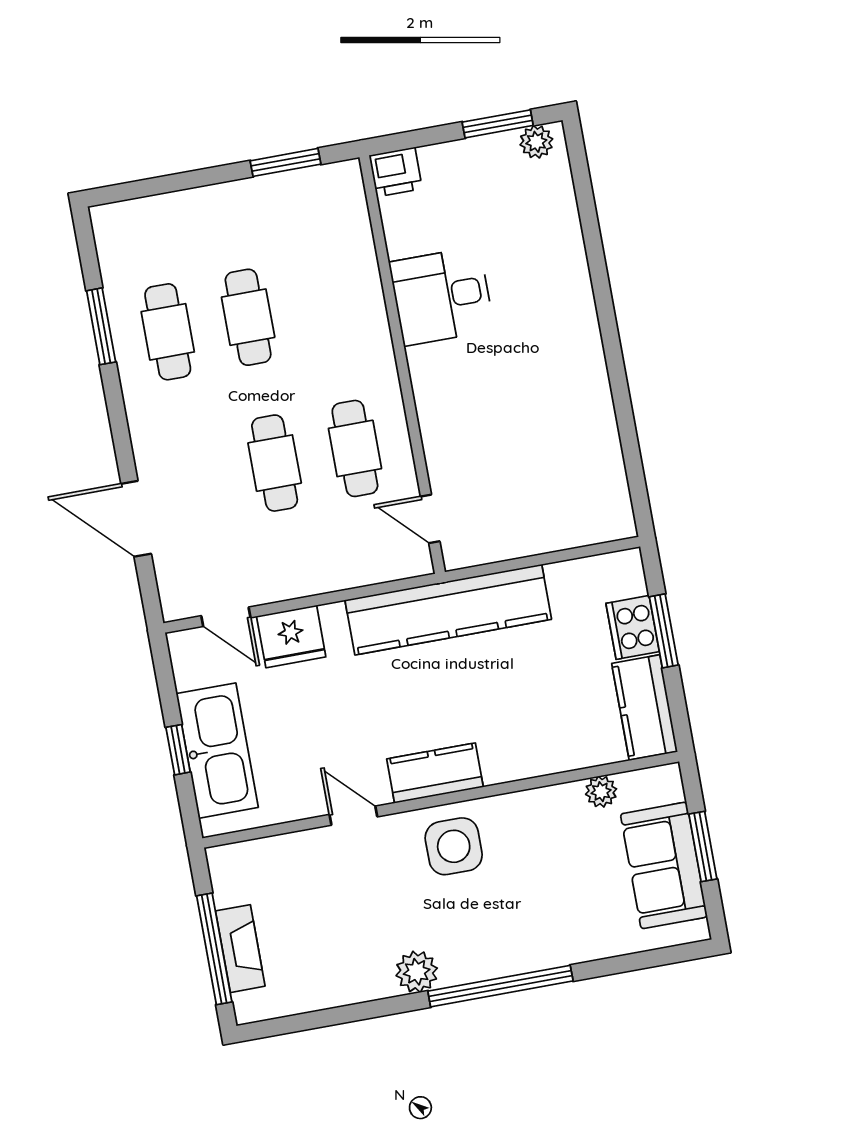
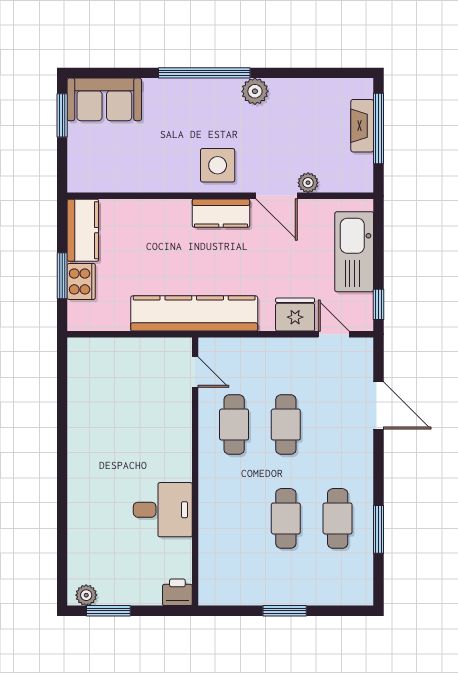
window: (285, 162) -> (285, 611), moved
window: (178, 750) -> (378, 304), moved
plant: (601, 792) -> (308, 183), moved
door: (353, 816) -> (277, 196), width x1.38
window: (703, 847) -> (62, 115), moved
sofa: (664, 865) -> (104, 99), moved, turned 90

